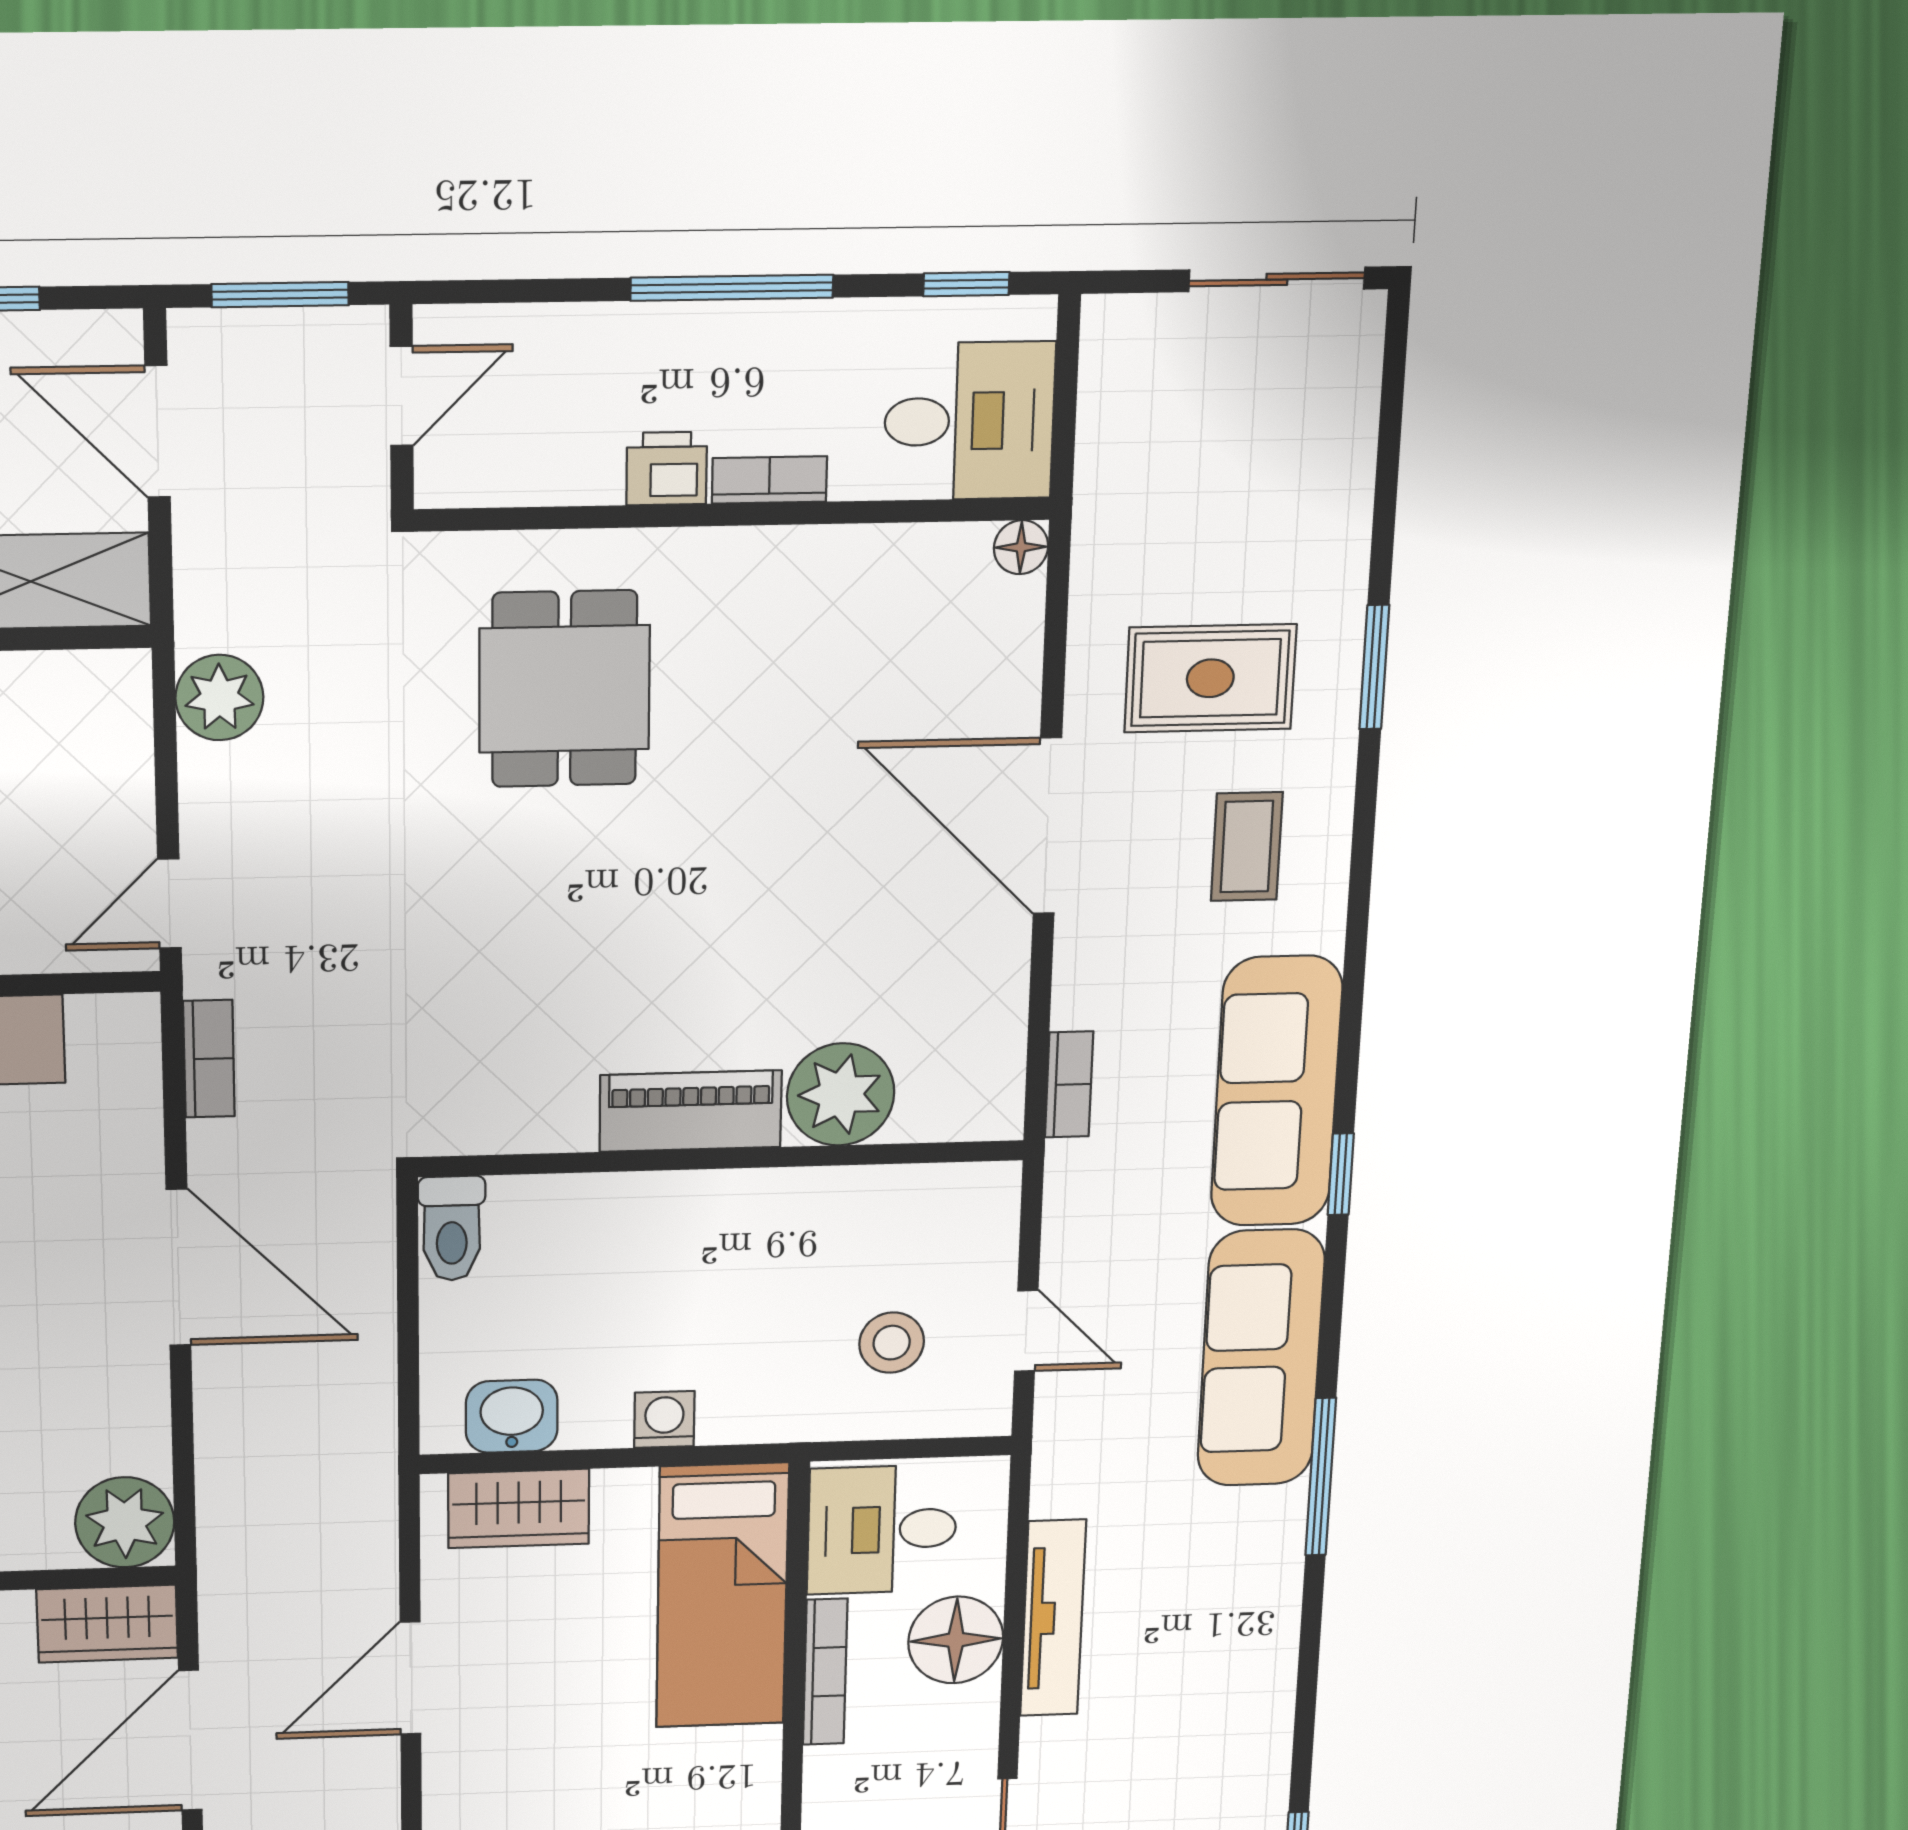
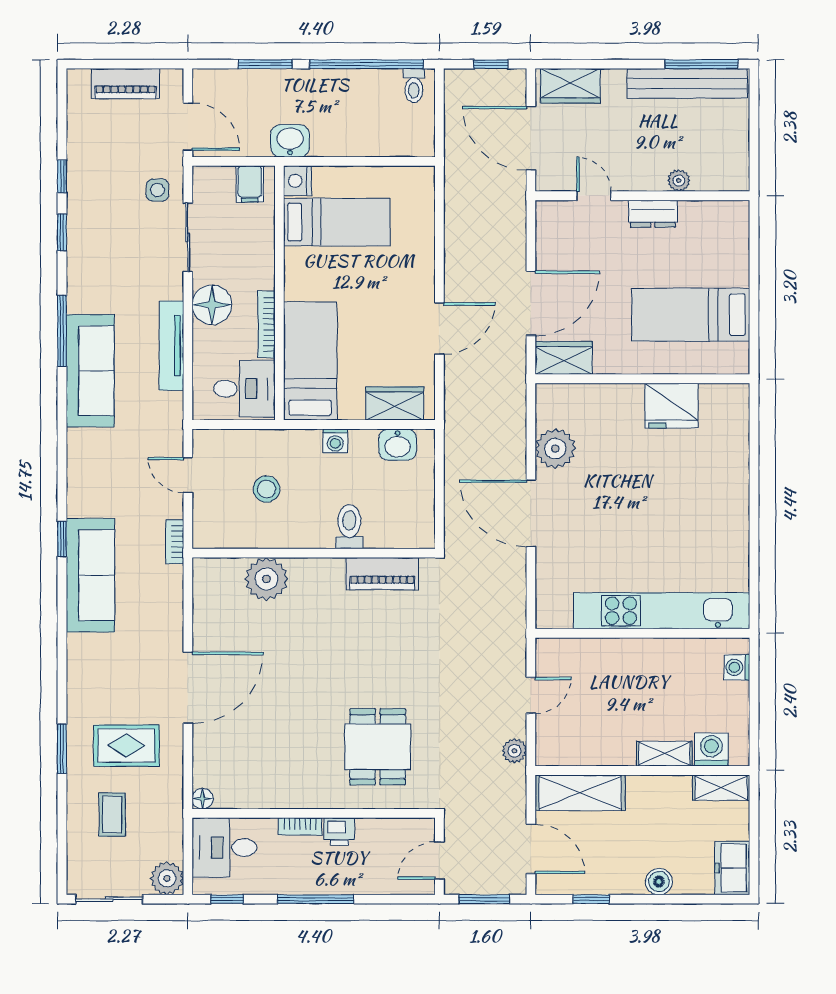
plant: (1122, 337) -> (167, 878), added
plant: (219, 698) -> (514, 751), width x0.73, depth x0.73
door: (1047, 826) -> (188, 688), hinge flipped
coffee table: (1247, 847) -> (112, 815), moved
door: (169, 904) -> (531, 695), moved
bookcase: (209, 1059) -> (517, 601), removed
bookcase: (1069, 1085) -> (175, 542), moved
piano: (691, 1111) -> (382, 574), moved
toilet: (452, 1228) -> (349, 527), moved
stool: (892, 1343) -> (266, 489), moved
sofa: (1261, 1358) -> (90, 371), moved
window: (1321, 1477) -> (62, 331), moved
plant: (125, 1522) -> (555, 449), moved
floor lamp: (956, 1640) -> (212, 305), moved

